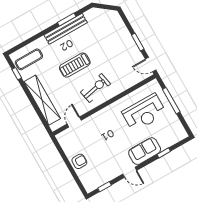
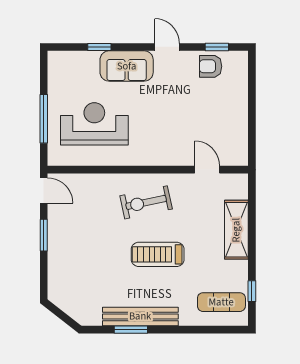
treadmill: (75, 65) -> (158, 254), turned 180
shelving: (42, 100) -> (236, 230), width x0.68
door: (74, 122) -> (207, 170), swing flipped
armchair: (79, 161) -> (211, 66), moved

